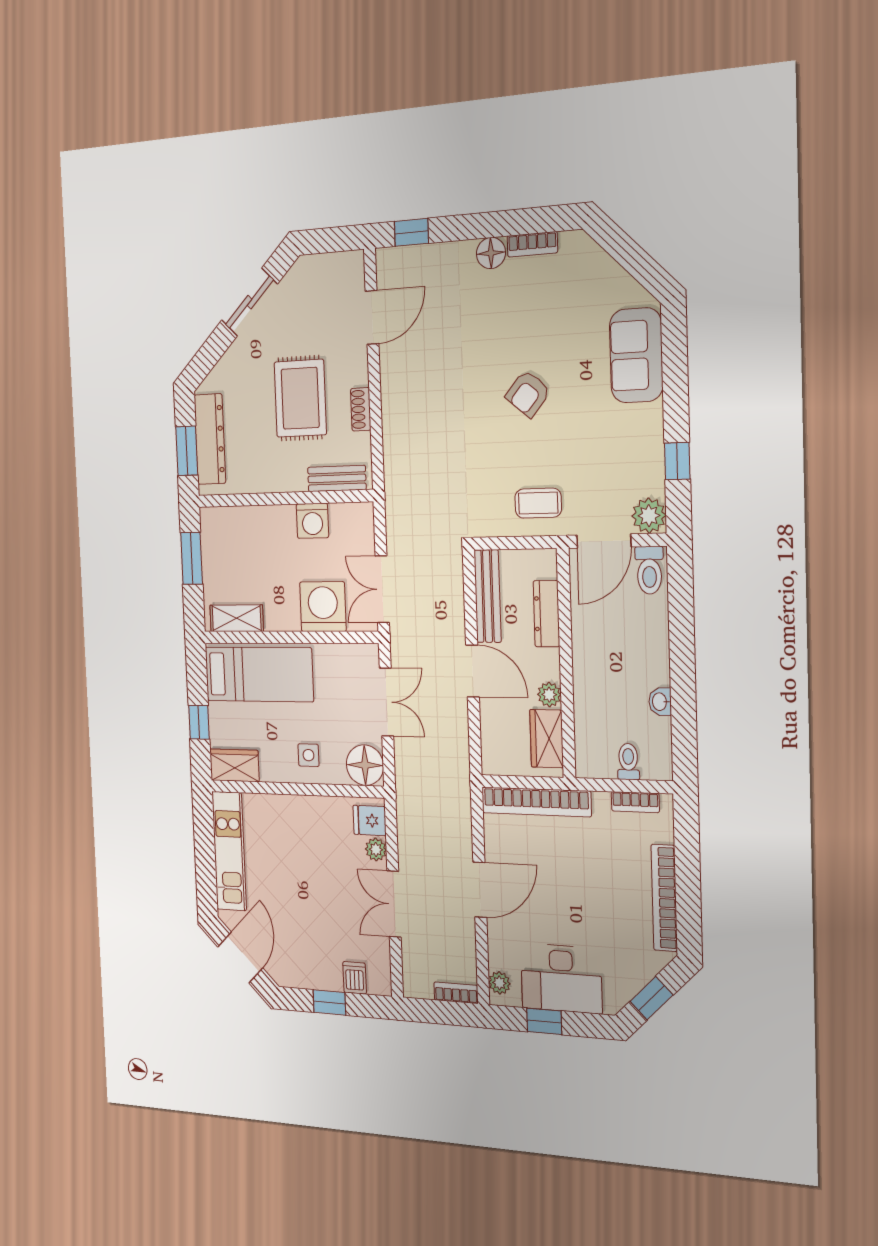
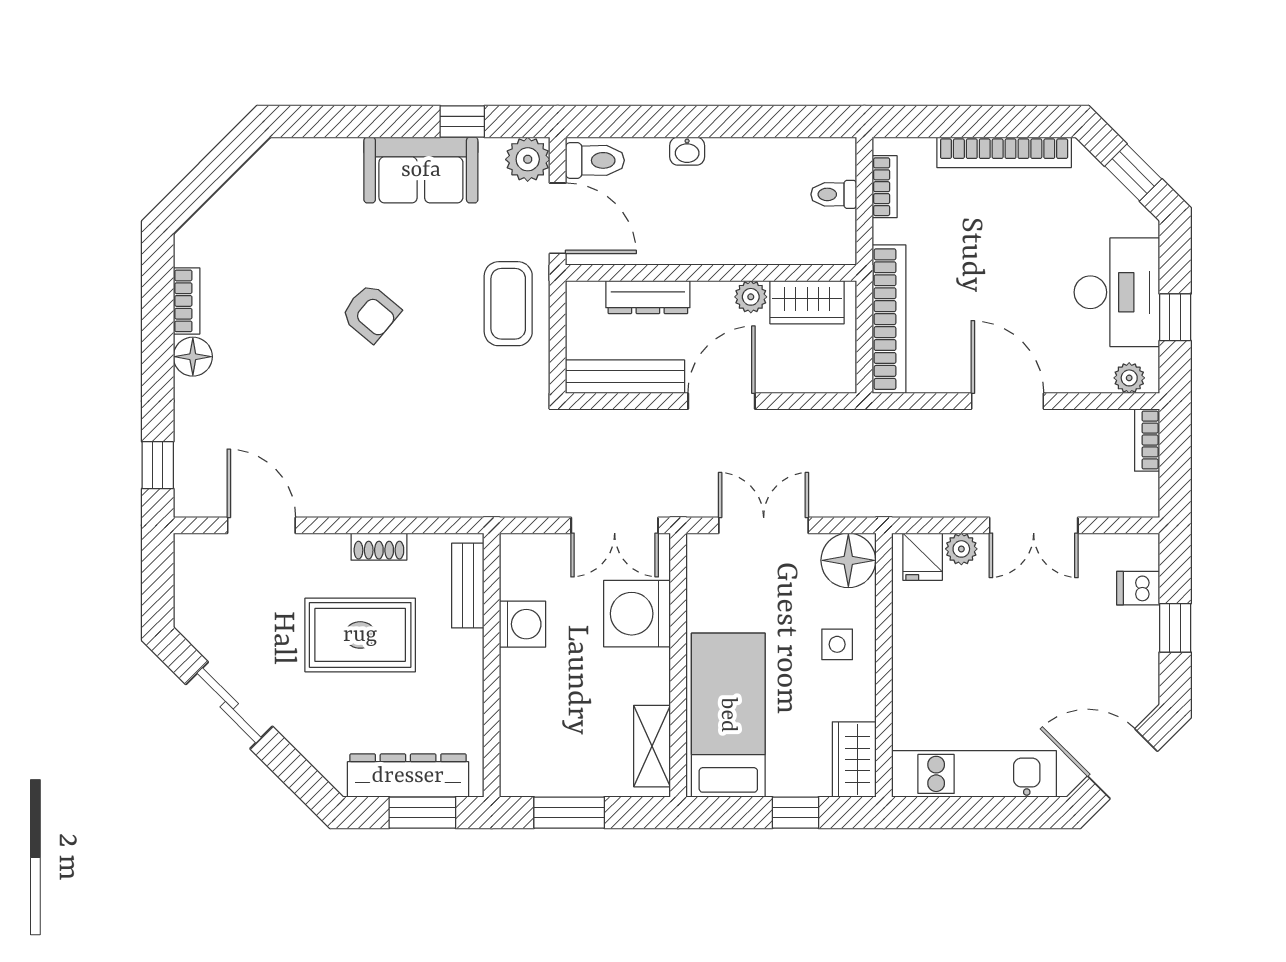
sofa: (636, 355) -> (421, 170), moved
coffee table: (538, 503) -> (508, 304), width x1.36, depth x1.30
washbasin: (660, 702) -> (687, 151), moved

